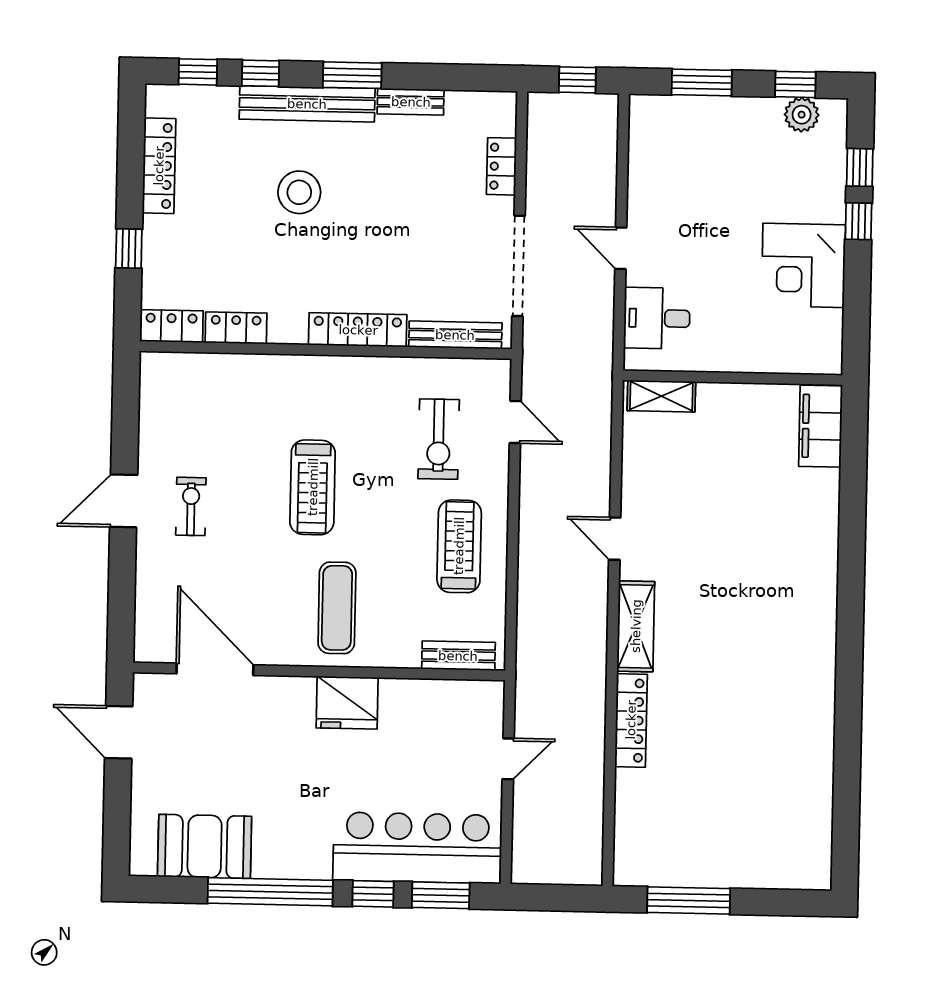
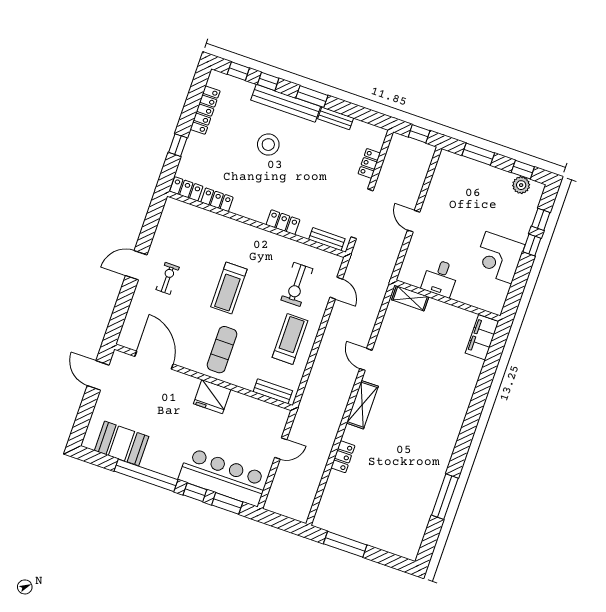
desk: (657, 318) -> (440, 278), moved, turned -90
locker: (358, 330) -> (283, 222), width x0.66
bench: (455, 335) -> (327, 239), width x0.73
locker: (631, 720) -> (343, 457), width x0.66
window: (847, 749) -> (445, 497), added

